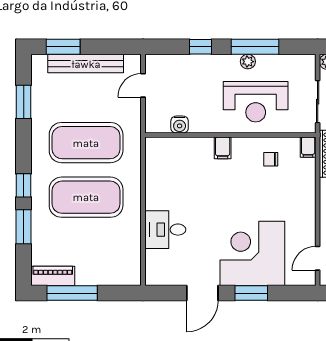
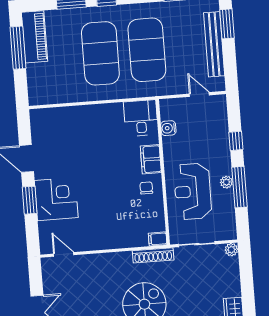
filing cabinet: (223, 148) -> (151, 159), width x2.00
chair: (271, 159) -> (146, 188), moved
desk: (165, 230) -> (141, 118), moved
corner desk: (252, 253) -> (56, 199), width x0.74, depth x0.74
piano: (53, 276) -> (34, 37), width x1.37, depth x1.33

